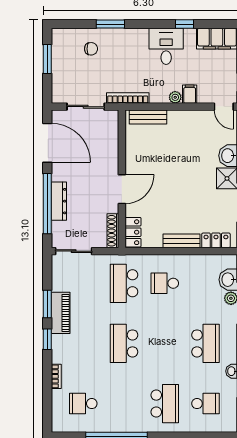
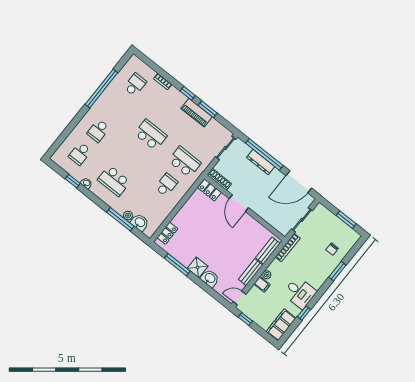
bench: (181, 241) -> (251, 272), moved
school desk: (165, 404) -> (98, 131), width x0.54

